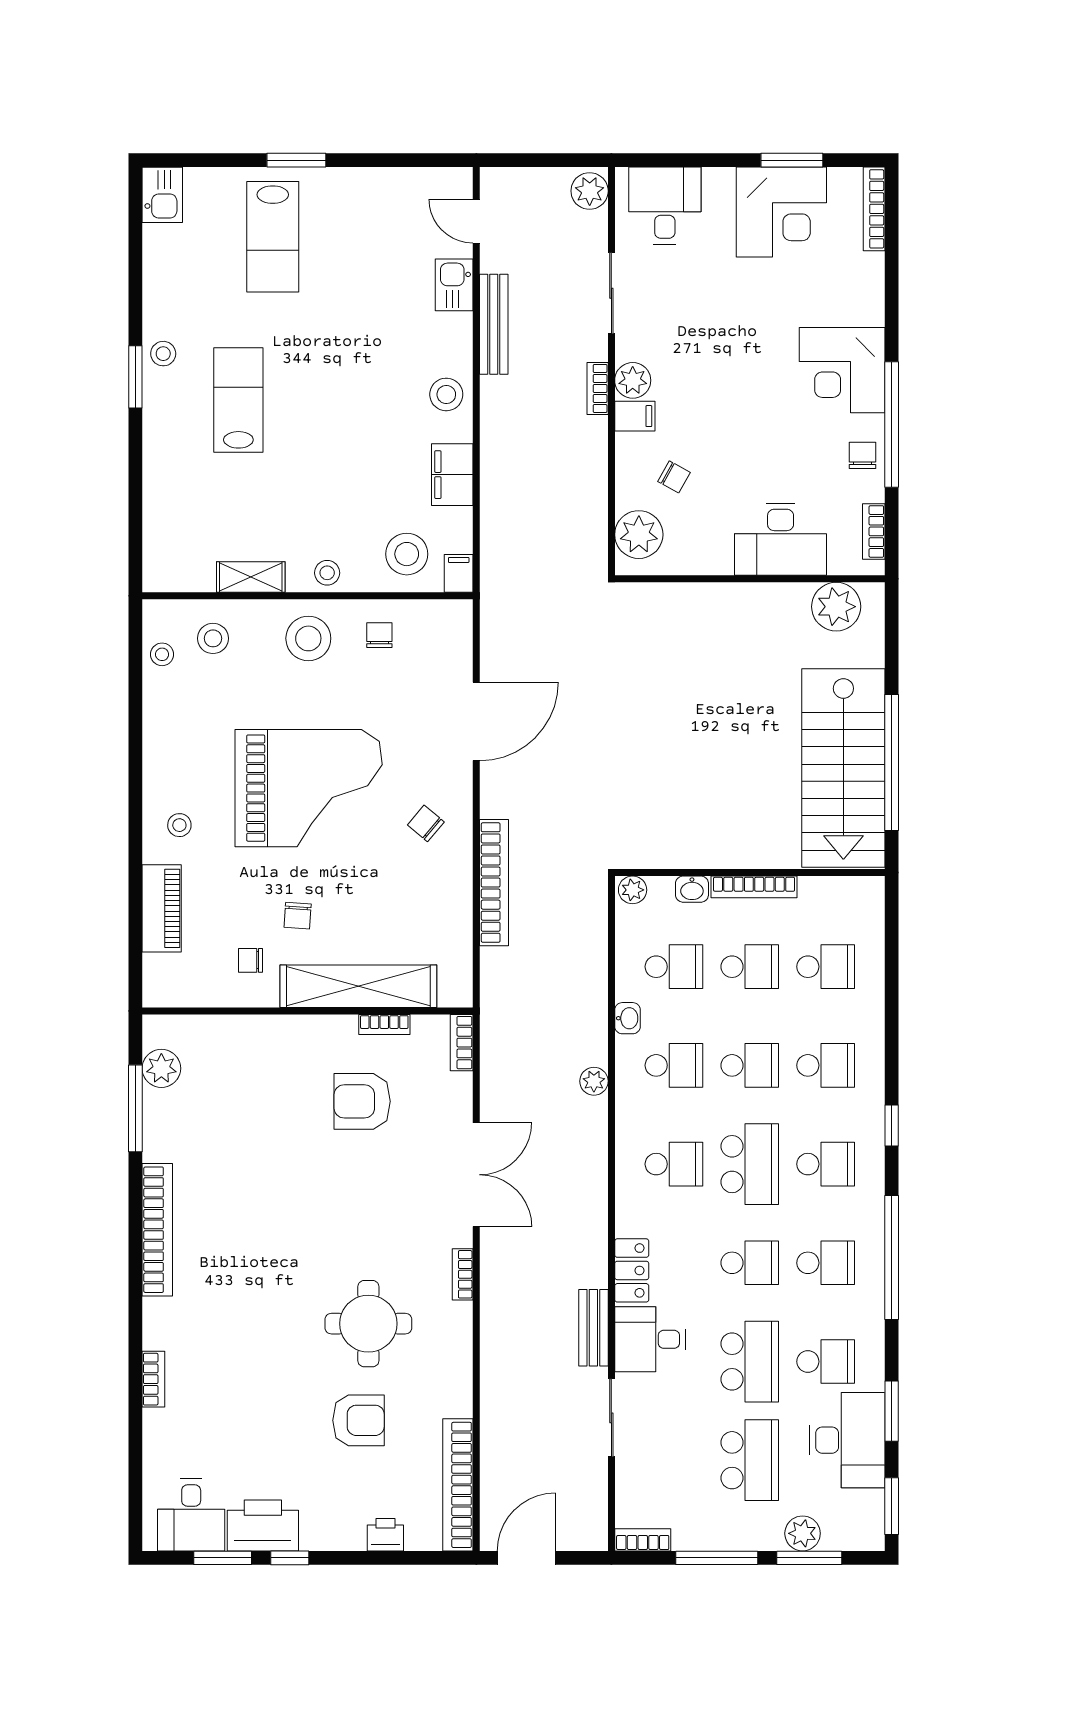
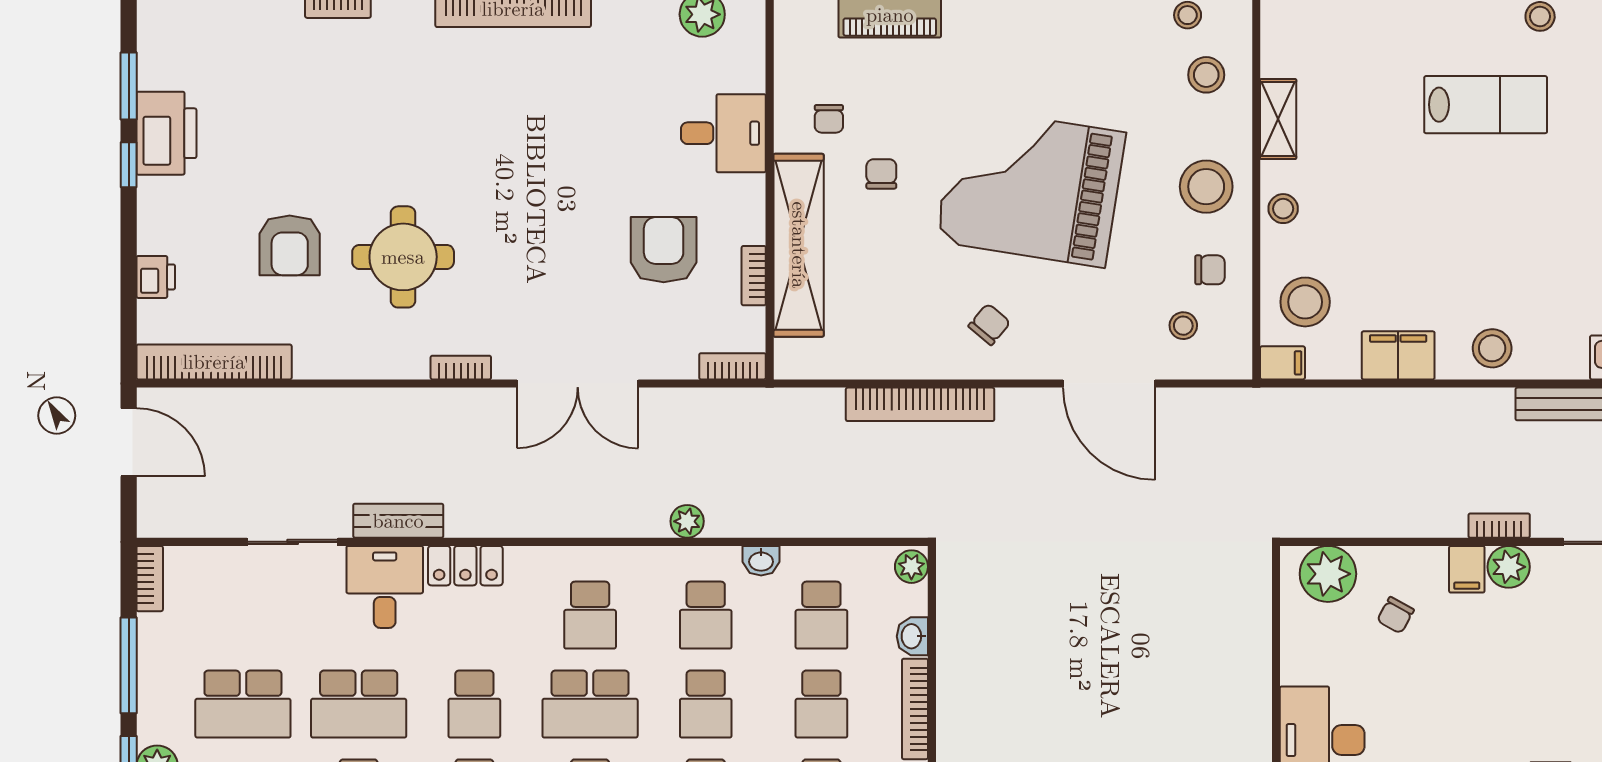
grand piano: (309, 788) -> (1031, 187), turned 99
stool: (179, 825) -> (1183, 326), moved
chair: (298, 916) -> (881, 174), turned 86
chair: (250, 960) -> (829, 119), turned 180
desk: (191, 1515) -> (723, 133), moved, turned 180

